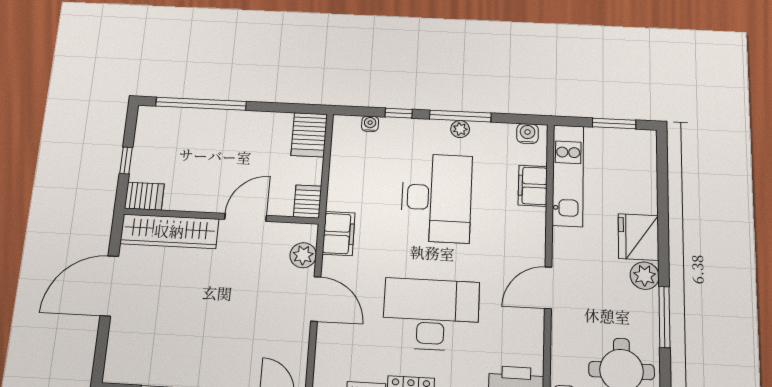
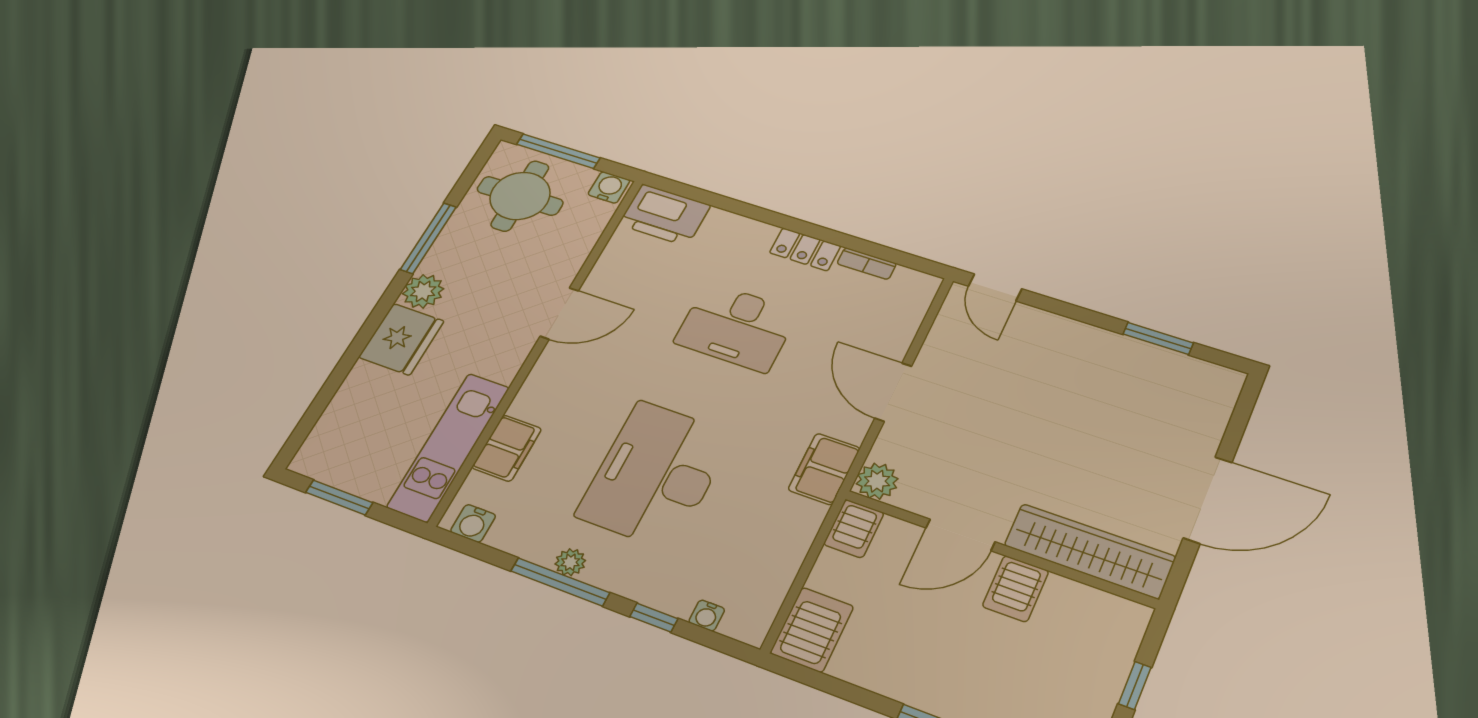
server rack: (144, 196) -> (1016, 589), moved, turned -90
plant: (303, 255) -> (877, 481), moved
desk: (431, 314) -> (737, 327), width x0.73, depth x0.77

